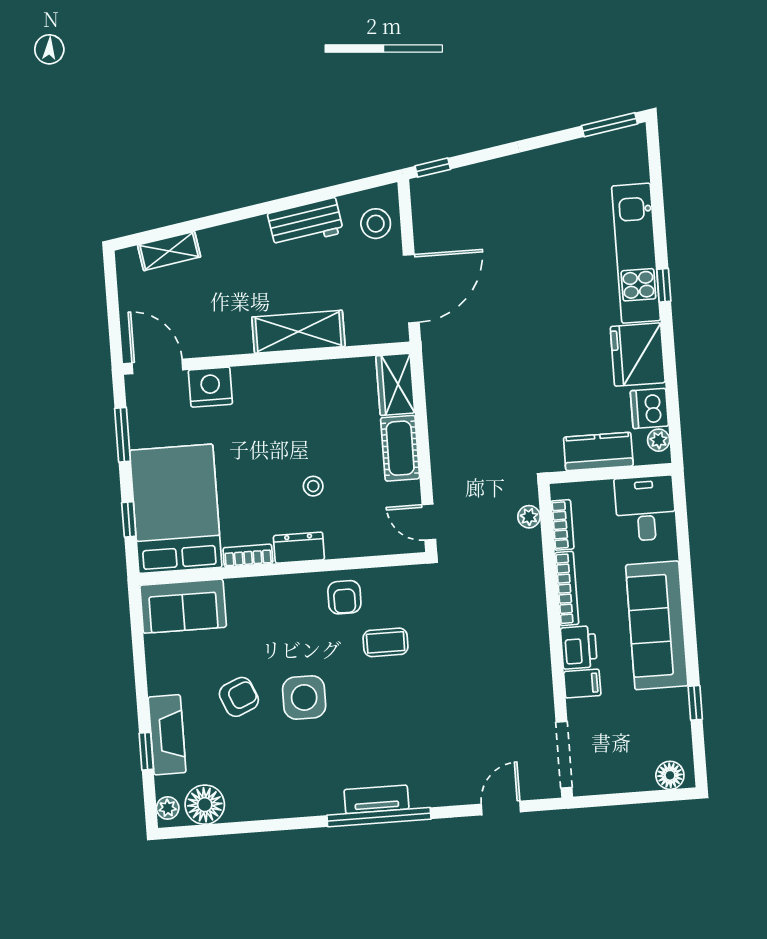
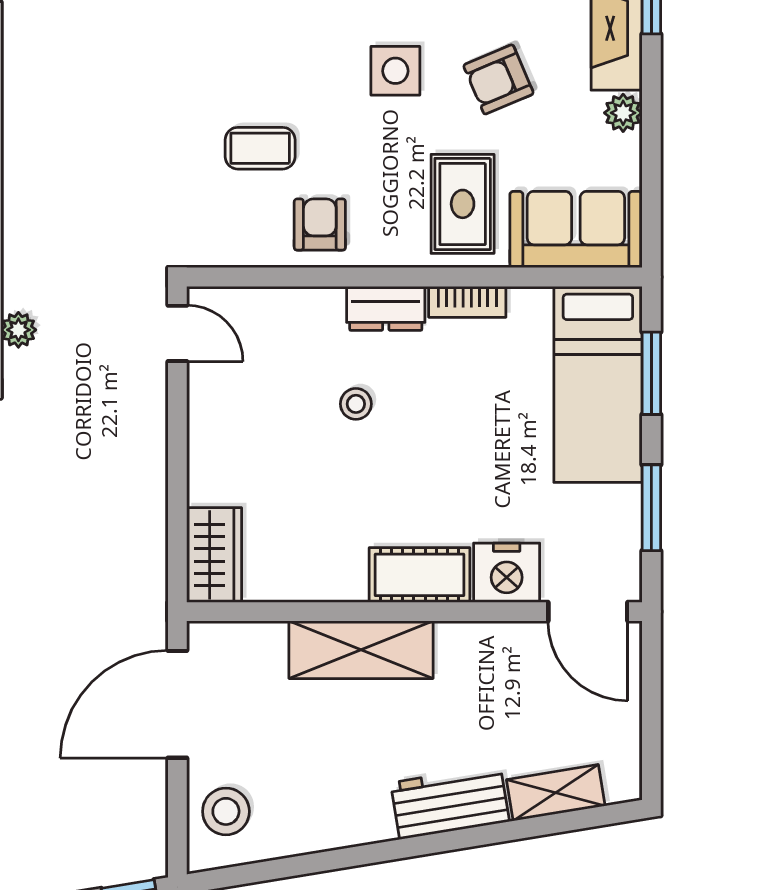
workbench: (306, 223) -> (450, 802), moved
cot: (400, 448) -> (419, 575), moved, turned 90
bed: (176, 509) -> (598, 384), width x0.67
window: (129, 519) -> (651, 373), width x1.50
rug: (256, 617) -> (463, 204), added
plant: (159, 682) -> (623, 113), added
side table: (304, 697) -> (395, 71), width x0.73, depth x0.73

